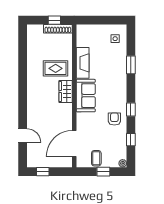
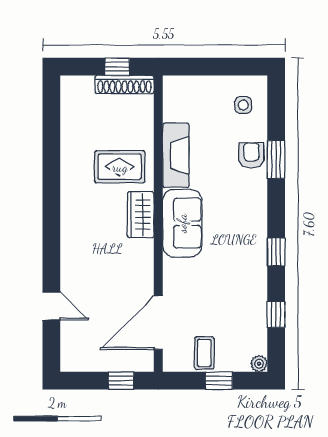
armchair: (114, 119) -> (251, 155), moved
window: (43, 172) -> (121, 381), moved

